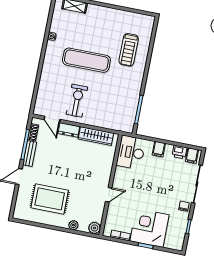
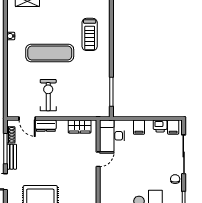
wardrobe: (96, 136) -> (80, 126), width x0.67
door: (109, 195) -> (98, 159), moved

